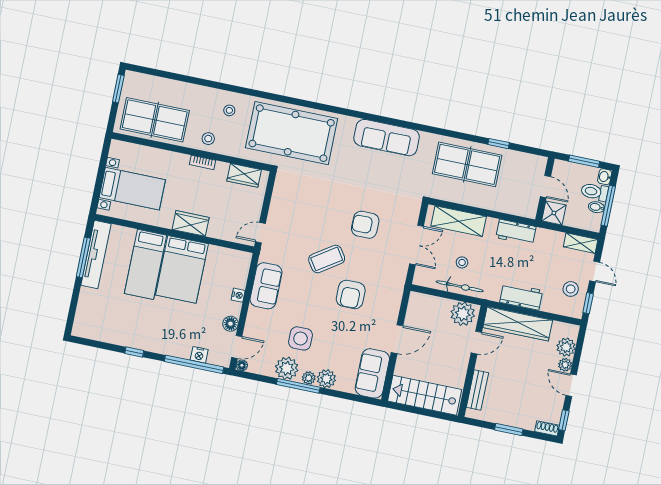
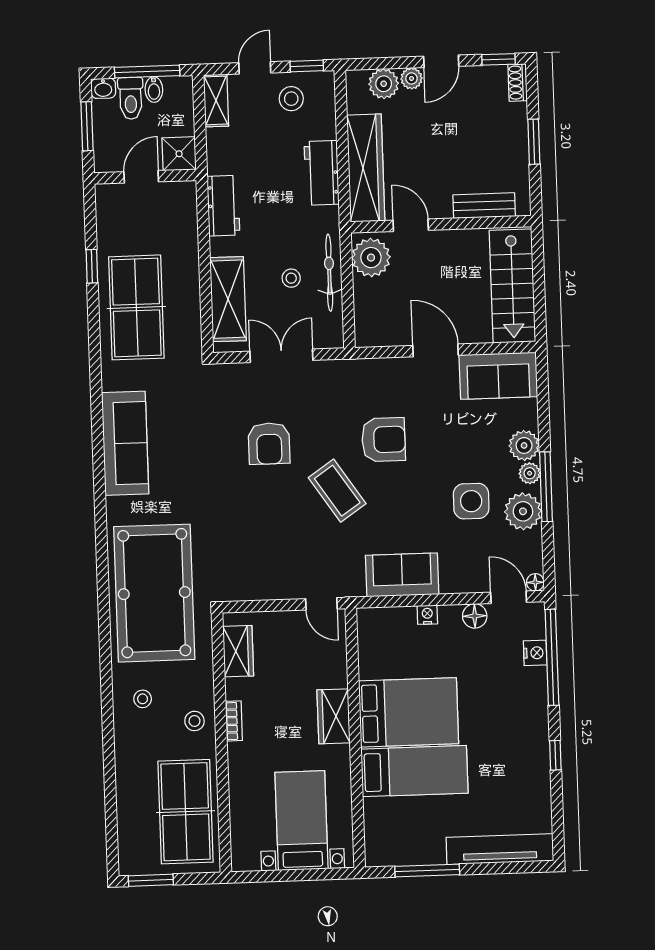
tv unit: (96, 254) -> (500, 849), moved

